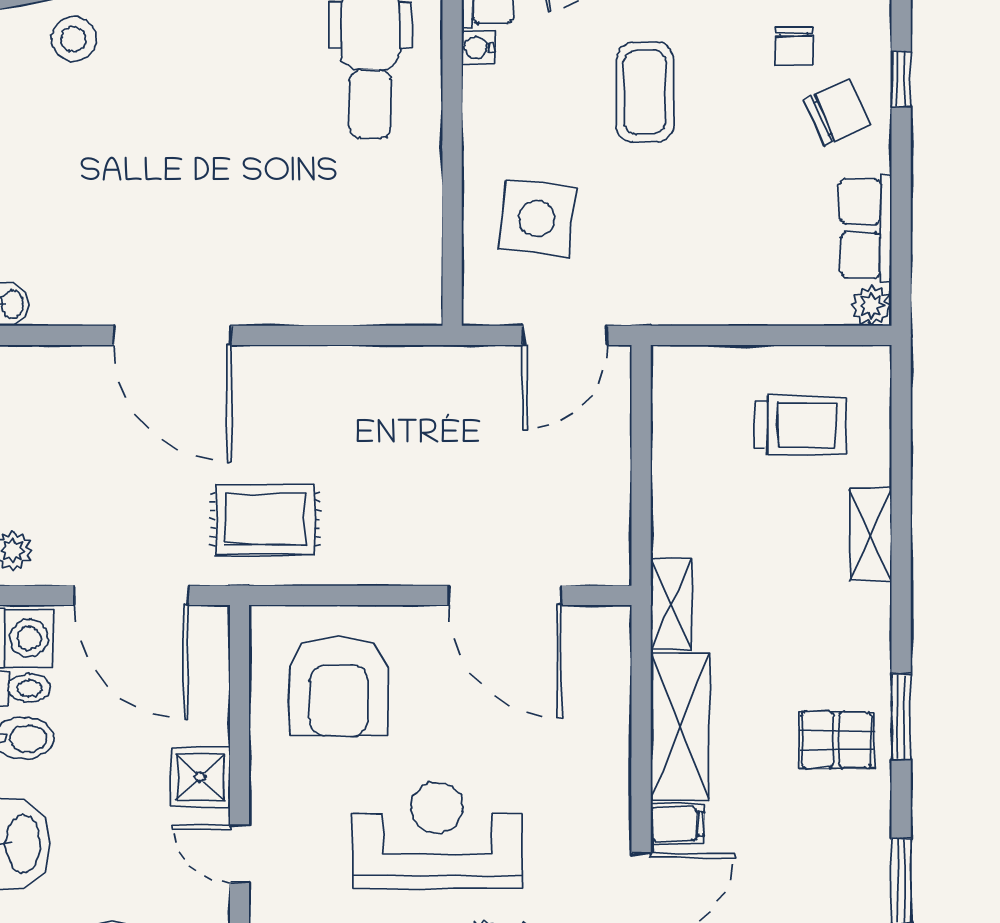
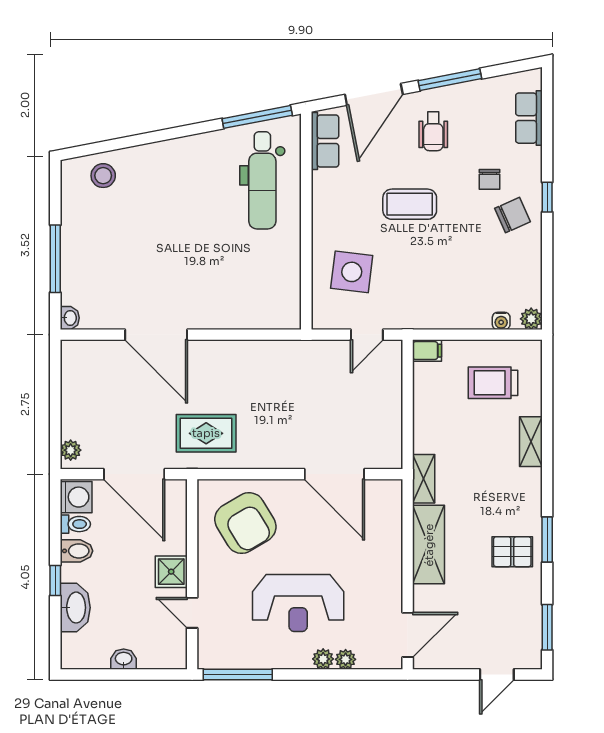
water cooler: (478, 47) -> (501, 321), moved, turned -90
coffee table: (645, 92) -> (410, 204), turned 90
row of seats: (866, 228) -> (528, 277), removed
door: (565, 335) -> (367, 335), width x0.73
trolley: (800, 425) -> (493, 383), turned 180
armchair: (339, 686) -> (245, 523), turned -31
filing cabinet: (677, 824) -> (427, 351), moved
reception desk: (437, 835) -> (298, 603), turned 180

